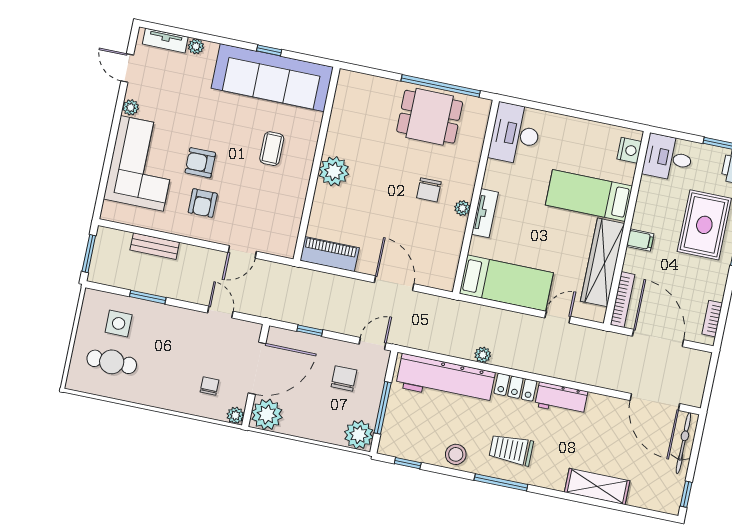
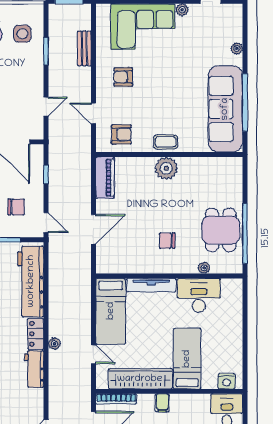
tv unit: (165, 41) -> (236, 25), removed
window: (269, 50) -> (245, 103), width x3.17
desk: (515, 134) -> (199, 295), moved
coffee table: (272, 149) -> (166, 142), moved
armchair: (200, 163) -> (121, 134), moved, turned 90
plant: (462, 208) -> (204, 268), moved
tv unit: (485, 213) -> (151, 285), width x1.41
plant: (483, 355) -> (54, 344), moved

